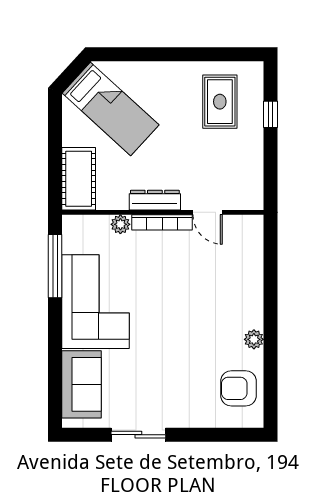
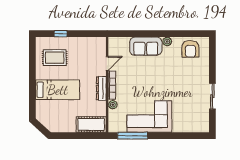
bed: (111, 109) -> (58, 90), moved, turned 47
sofa: (82, 384) -> (146, 46), moved, turned 180

